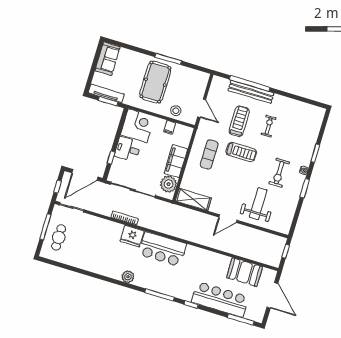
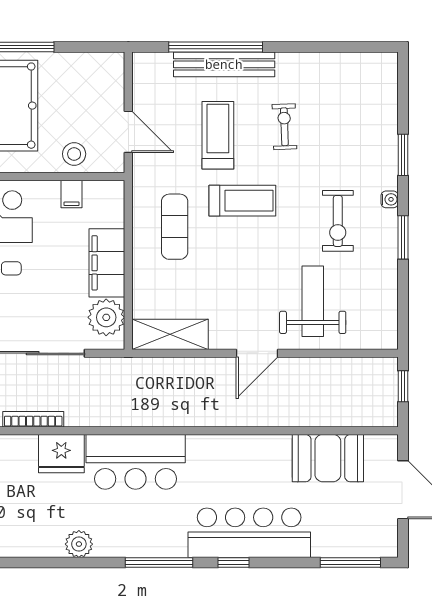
bar counter: (220, 299) -> (249, 533), moved

